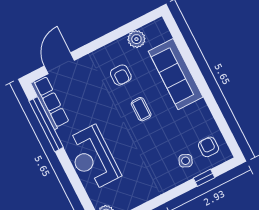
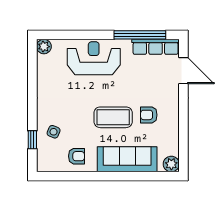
plant: (136, 39) -> (171, 164), moved
coffee table: (141, 109) -> (113, 117), width x1.86, depth x1.72
armchair: (209, 147) -> (76, 156), moved

